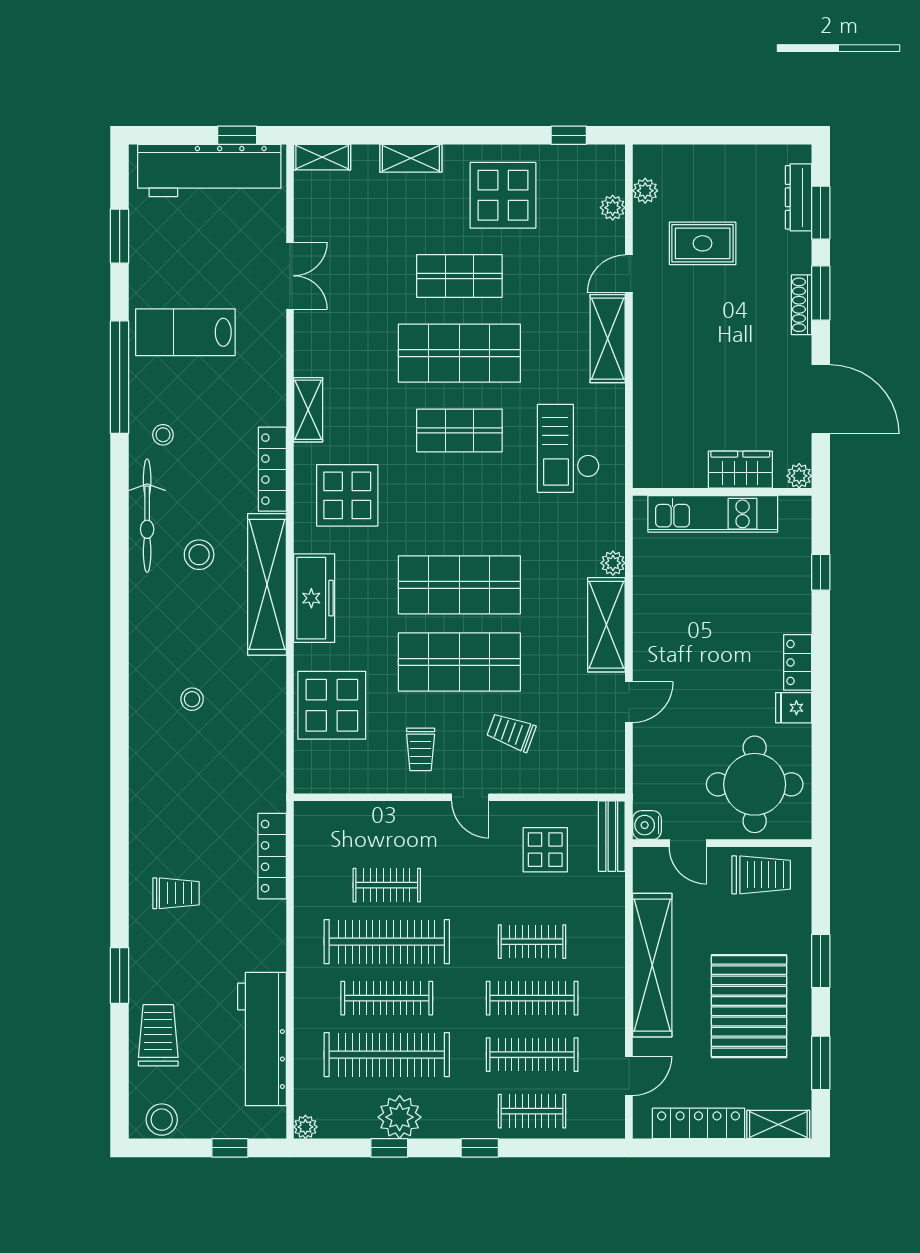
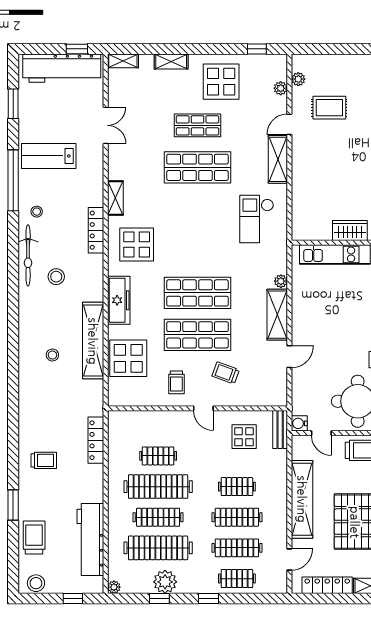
shop shelf: (459, 430) -> (197, 209), removed
shelving: (267, 584) -> (93, 341), moved

